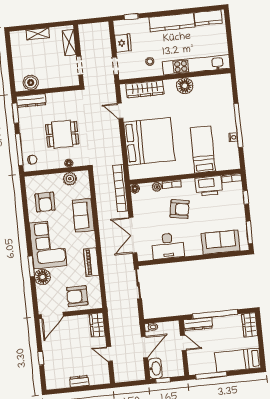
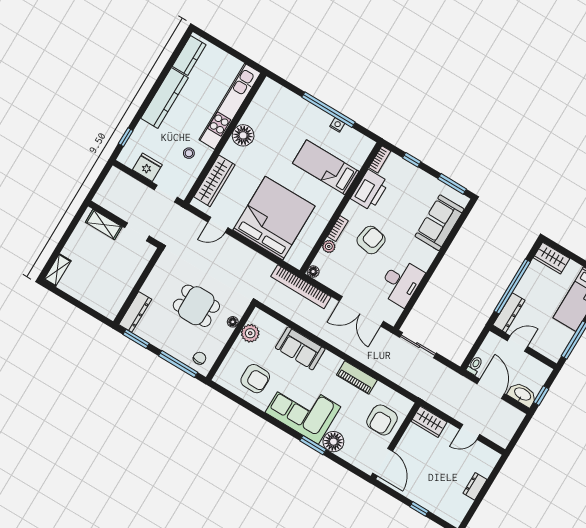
shelving: (38, 34) -> (57, 270), moved
boiler: (31, 83) -> (116, 298), removed
dining table: (62, 134) -> (196, 306), turned 90

